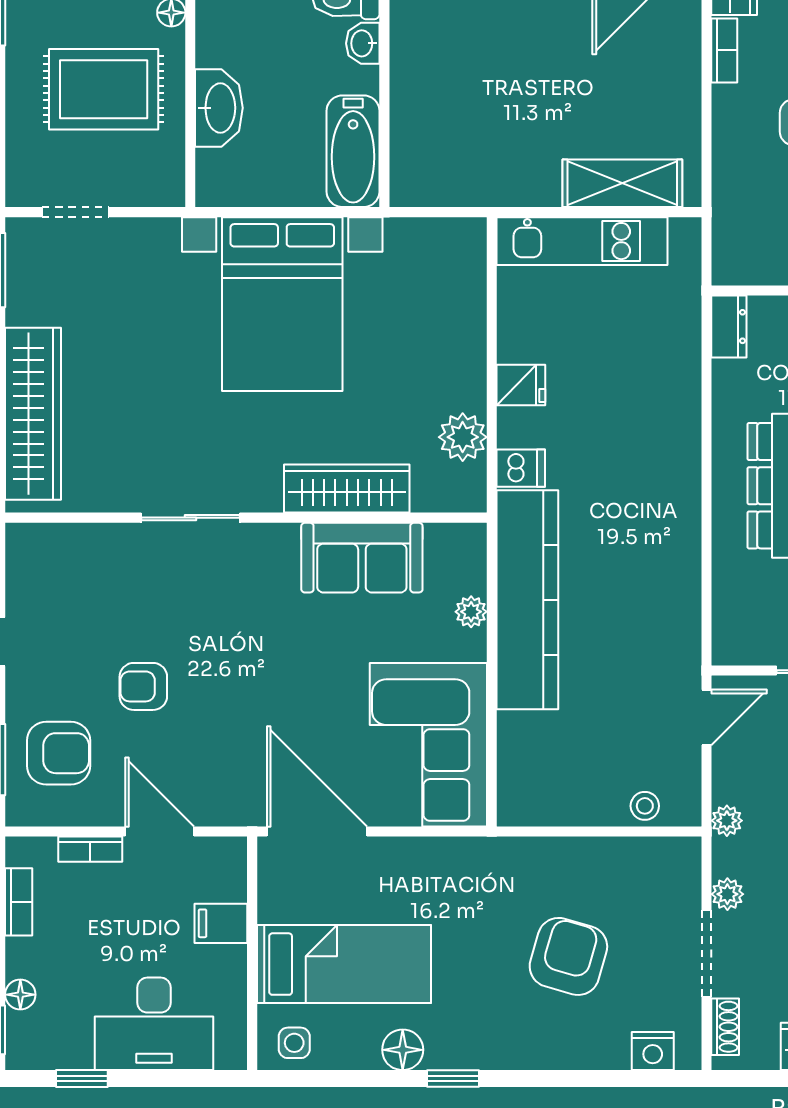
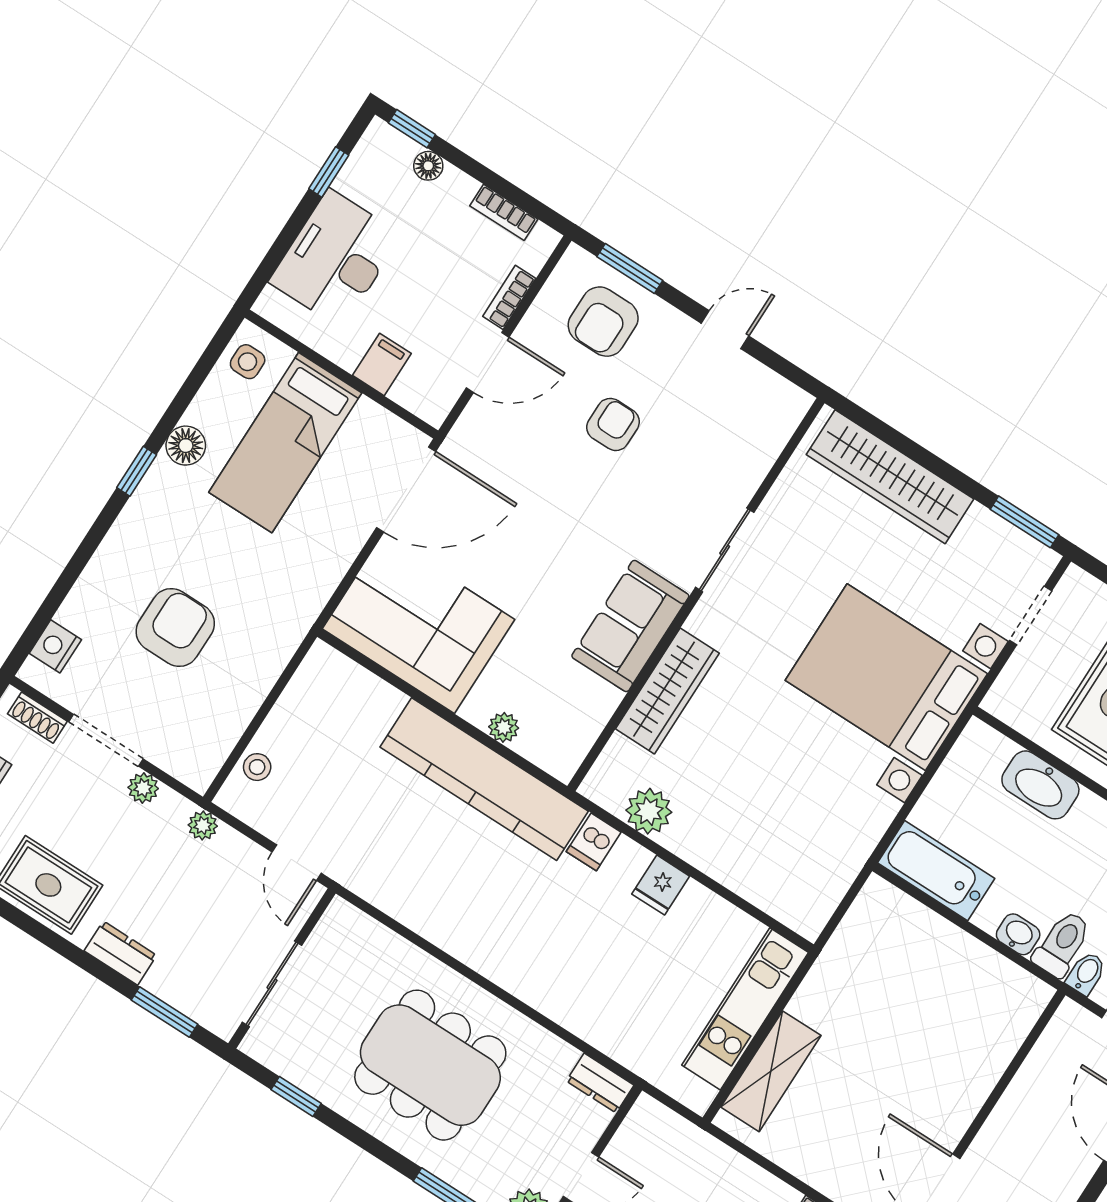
bed with nightstands: (282, 304) -> (886, 677), moved
sofa: (362, 558) -> (630, 626), moved
armchair: (568, 956) -> (175, 627), turned -106

